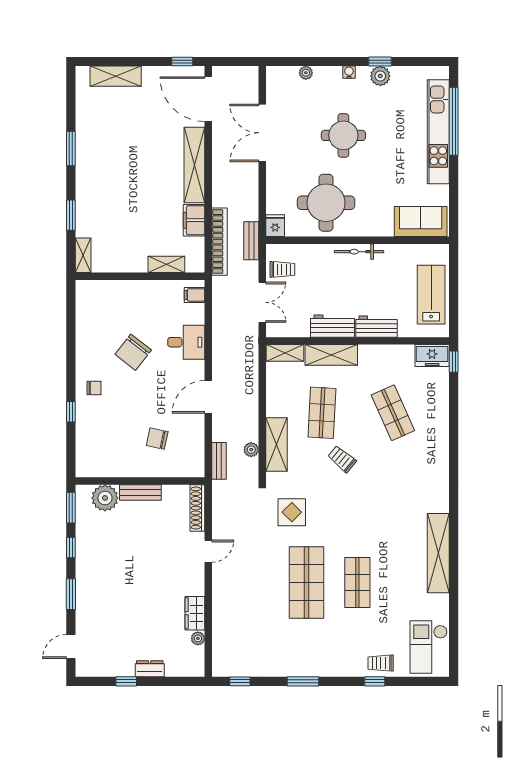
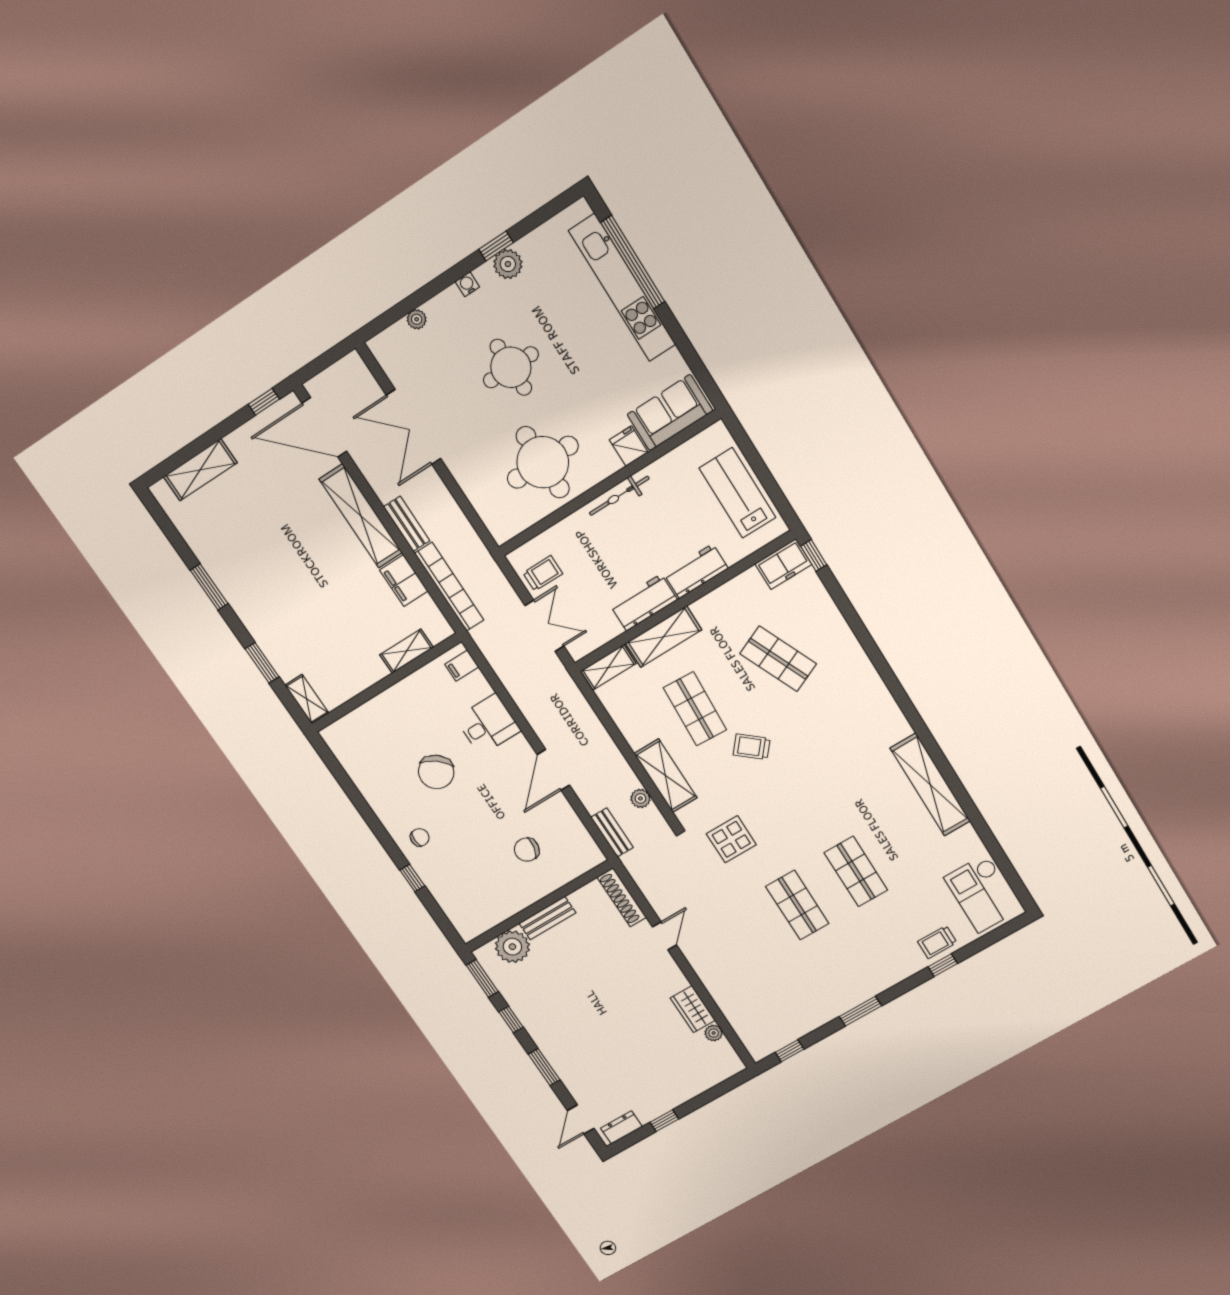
fridge: (275, 226) -> (629, 446), moved
bench: (251, 241) -> (407, 524), moved
shop shelf: (307, 583) -> (797, 905), width x0.70, depth x0.74
dresser: (150, 669) -> (621, 1127), moved

